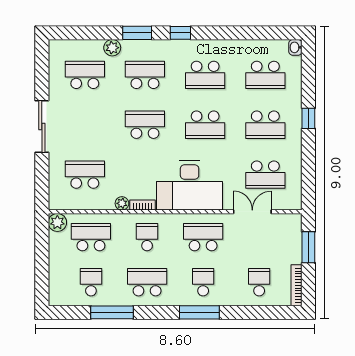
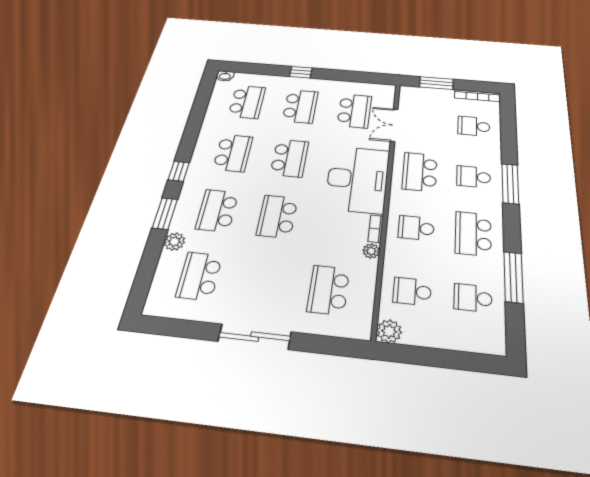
school desk: (91, 237) -> (412, 291), width x0.54

